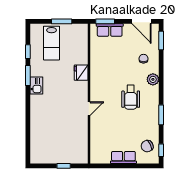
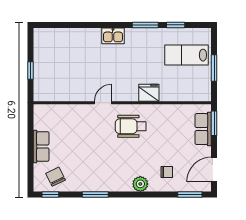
kitchen sink: (36, 86) -> (113, 36), moved
wheelchair: (131, 97) -> (131, 126), moved
door: (89, 109) -> (103, 103), swing flipped

